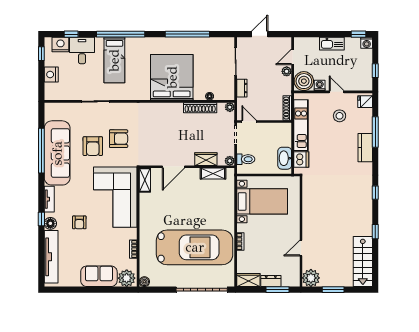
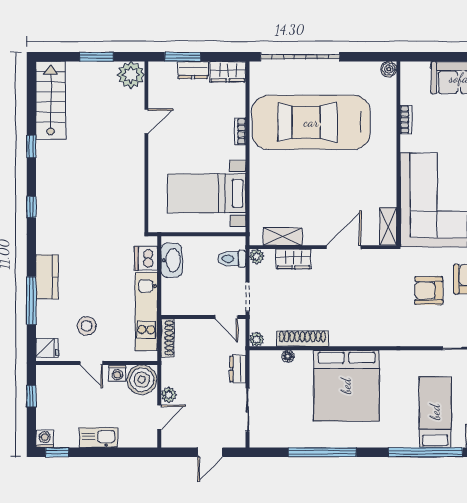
plant: (127, 278) -> (416, 75), removed

